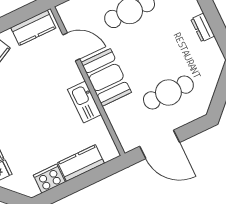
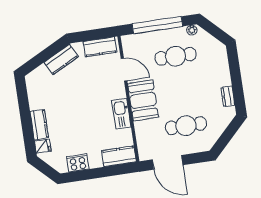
dresser: (203, 28) -> (228, 96), moved
kitchen counter: (81, 163) -> (119, 156), moved

